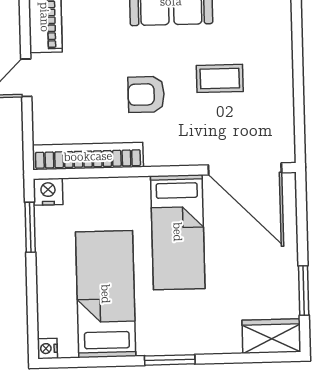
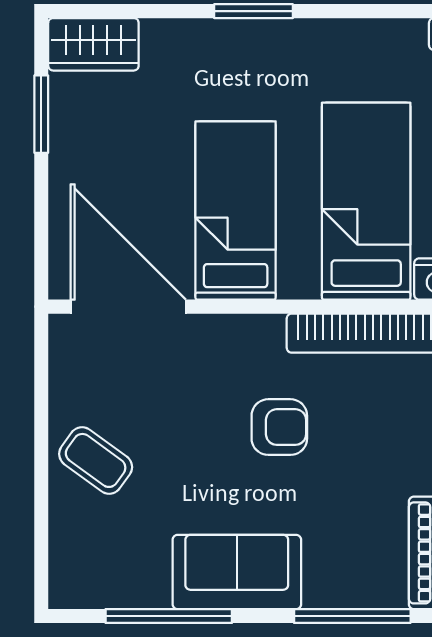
coffee table: (220, 78) -> (96, 460), moved, turned 36
bed: (106, 294) -> (366, 201), moved, turned 180

